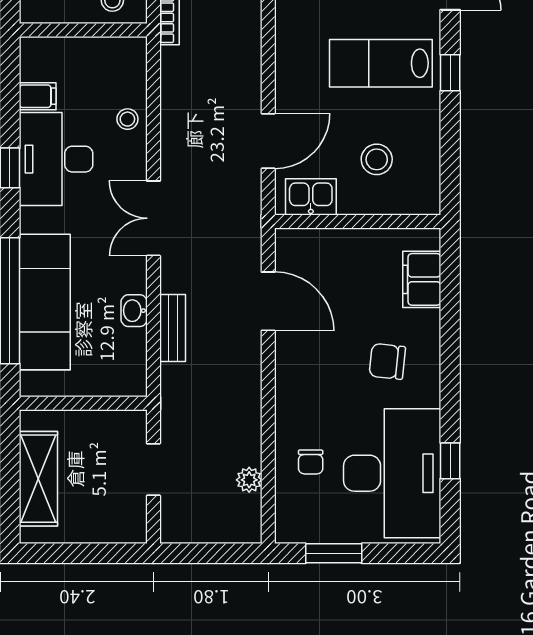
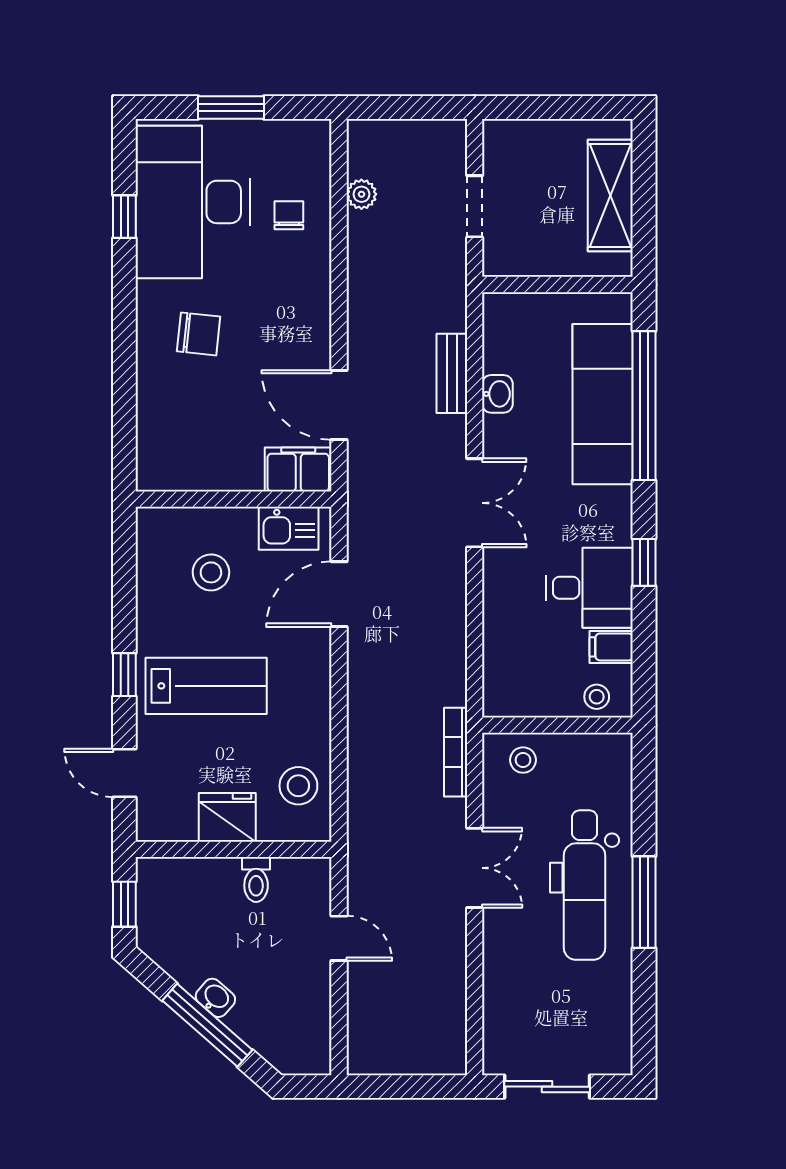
stool: (127, 119) -> (597, 697), moved
desk: (56, 159) -> (589, 588), width x0.73
filing cabinet: (422, 279) -> (298, 469), moved, turned -90
window: (334, 553) -> (231, 108), moved

